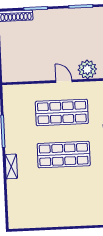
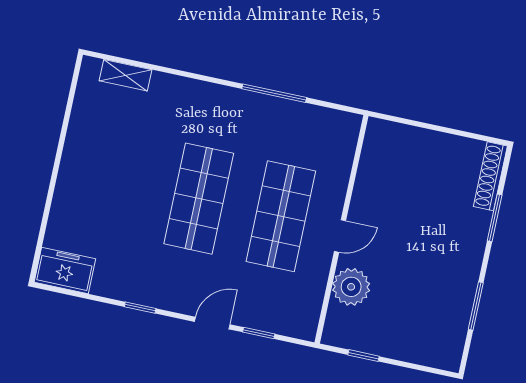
shelving: (11, 166) -> (126, 75), moved

